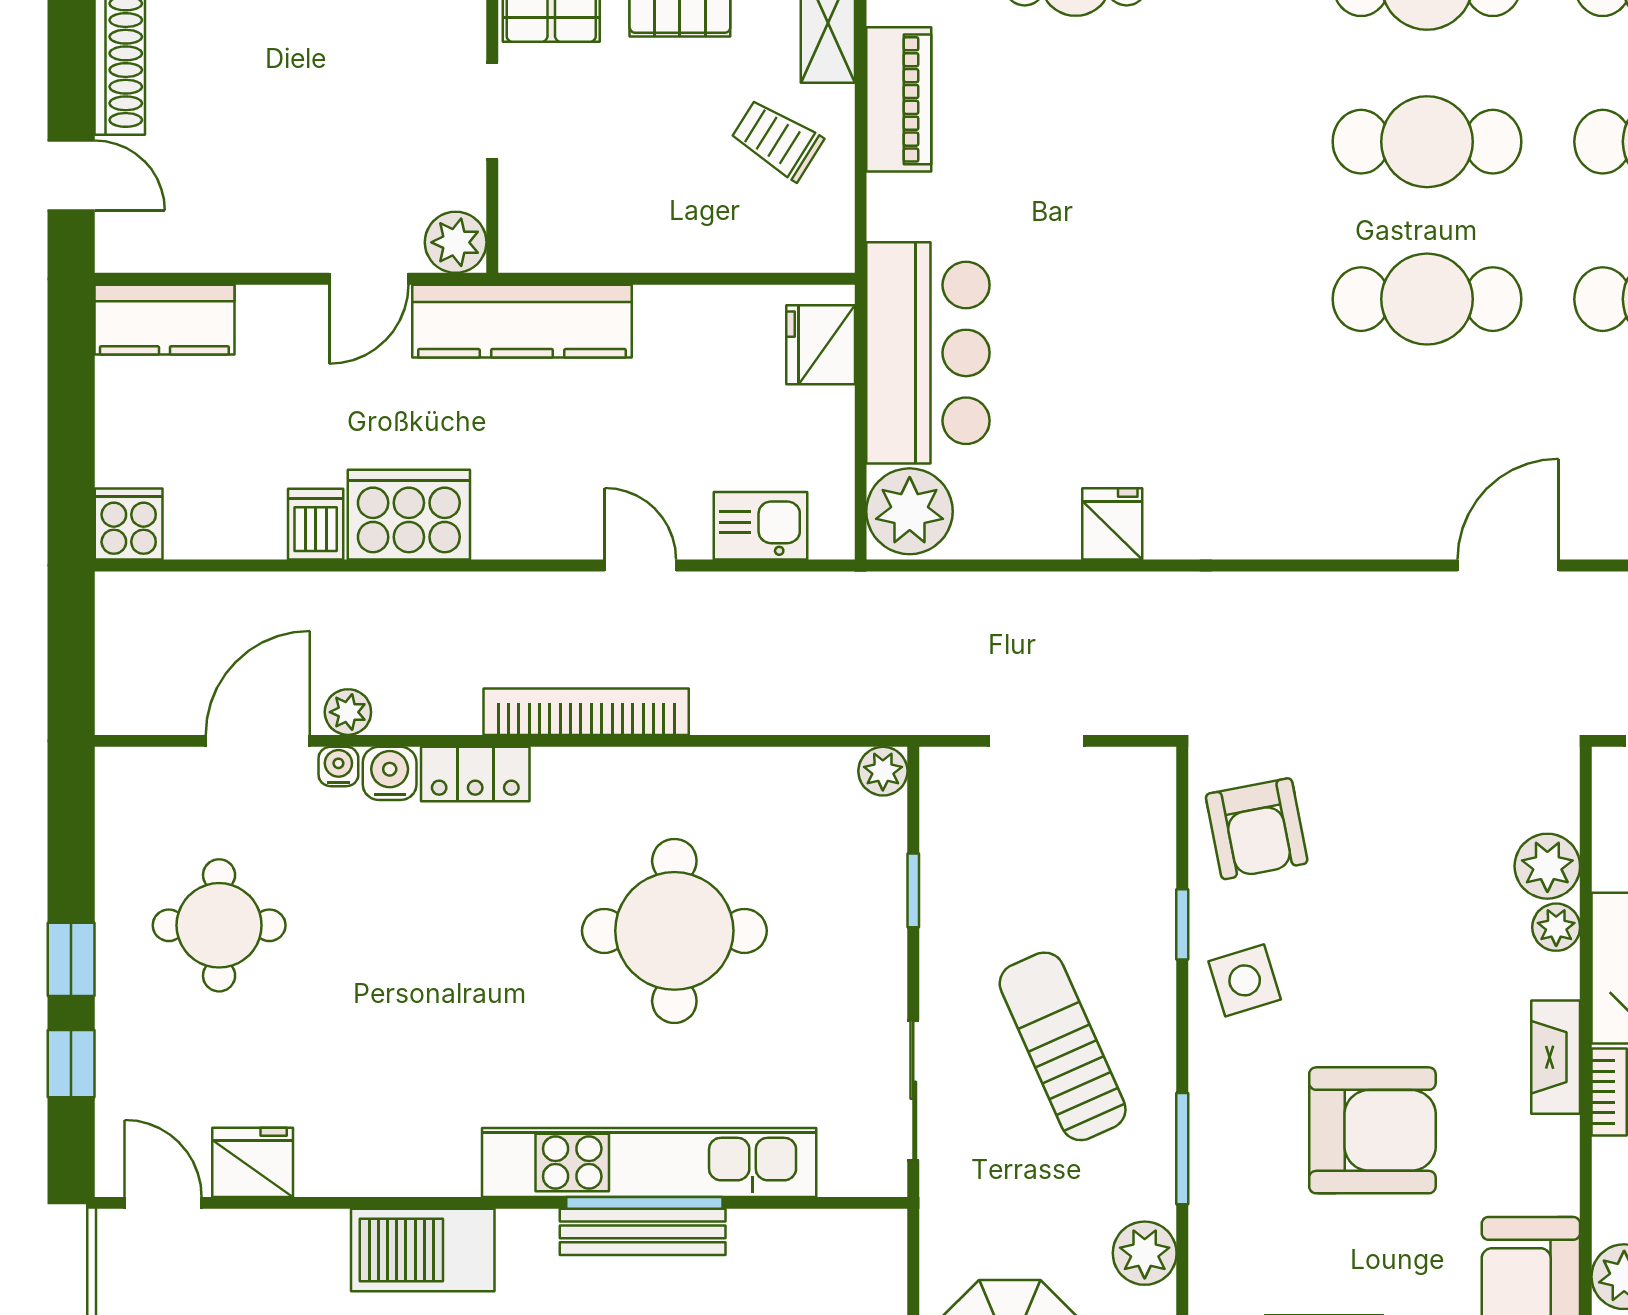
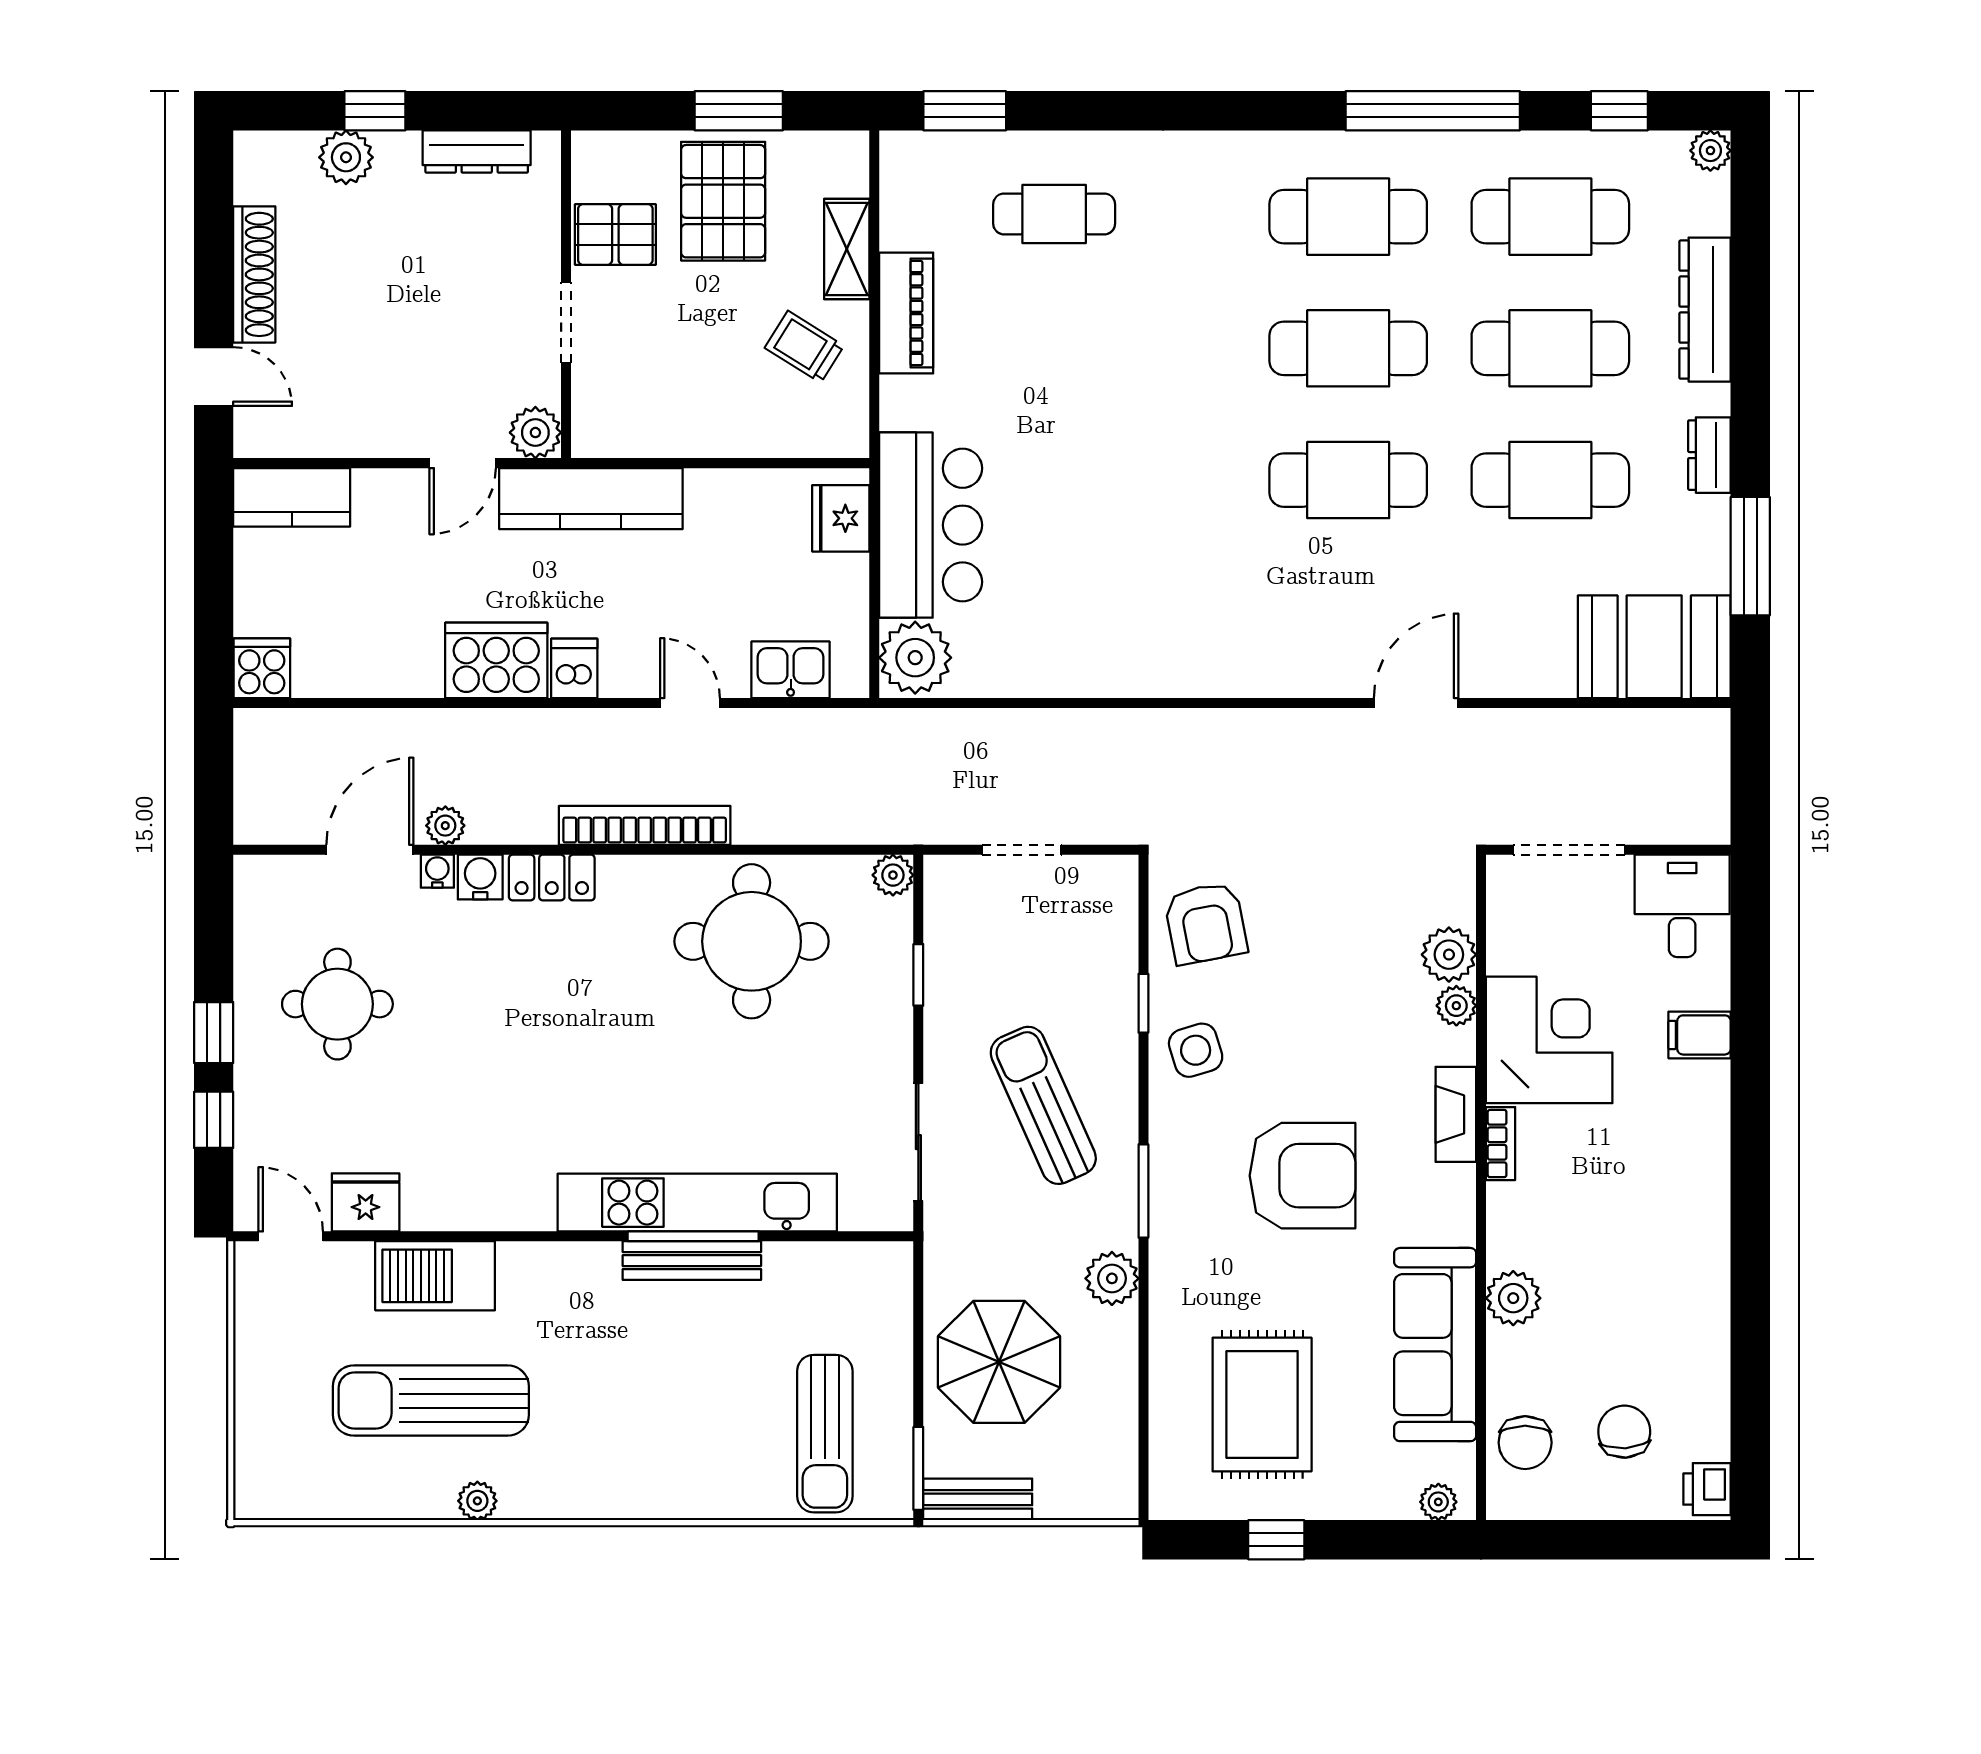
dishwasher: (316, 524) -> (574, 668), moved
fridge: (1112, 524) -> (1085, 668), removed
round table: (674, 931) -> (752, 941), moved
barbecue: (423, 1250) -> (435, 1276), moved

